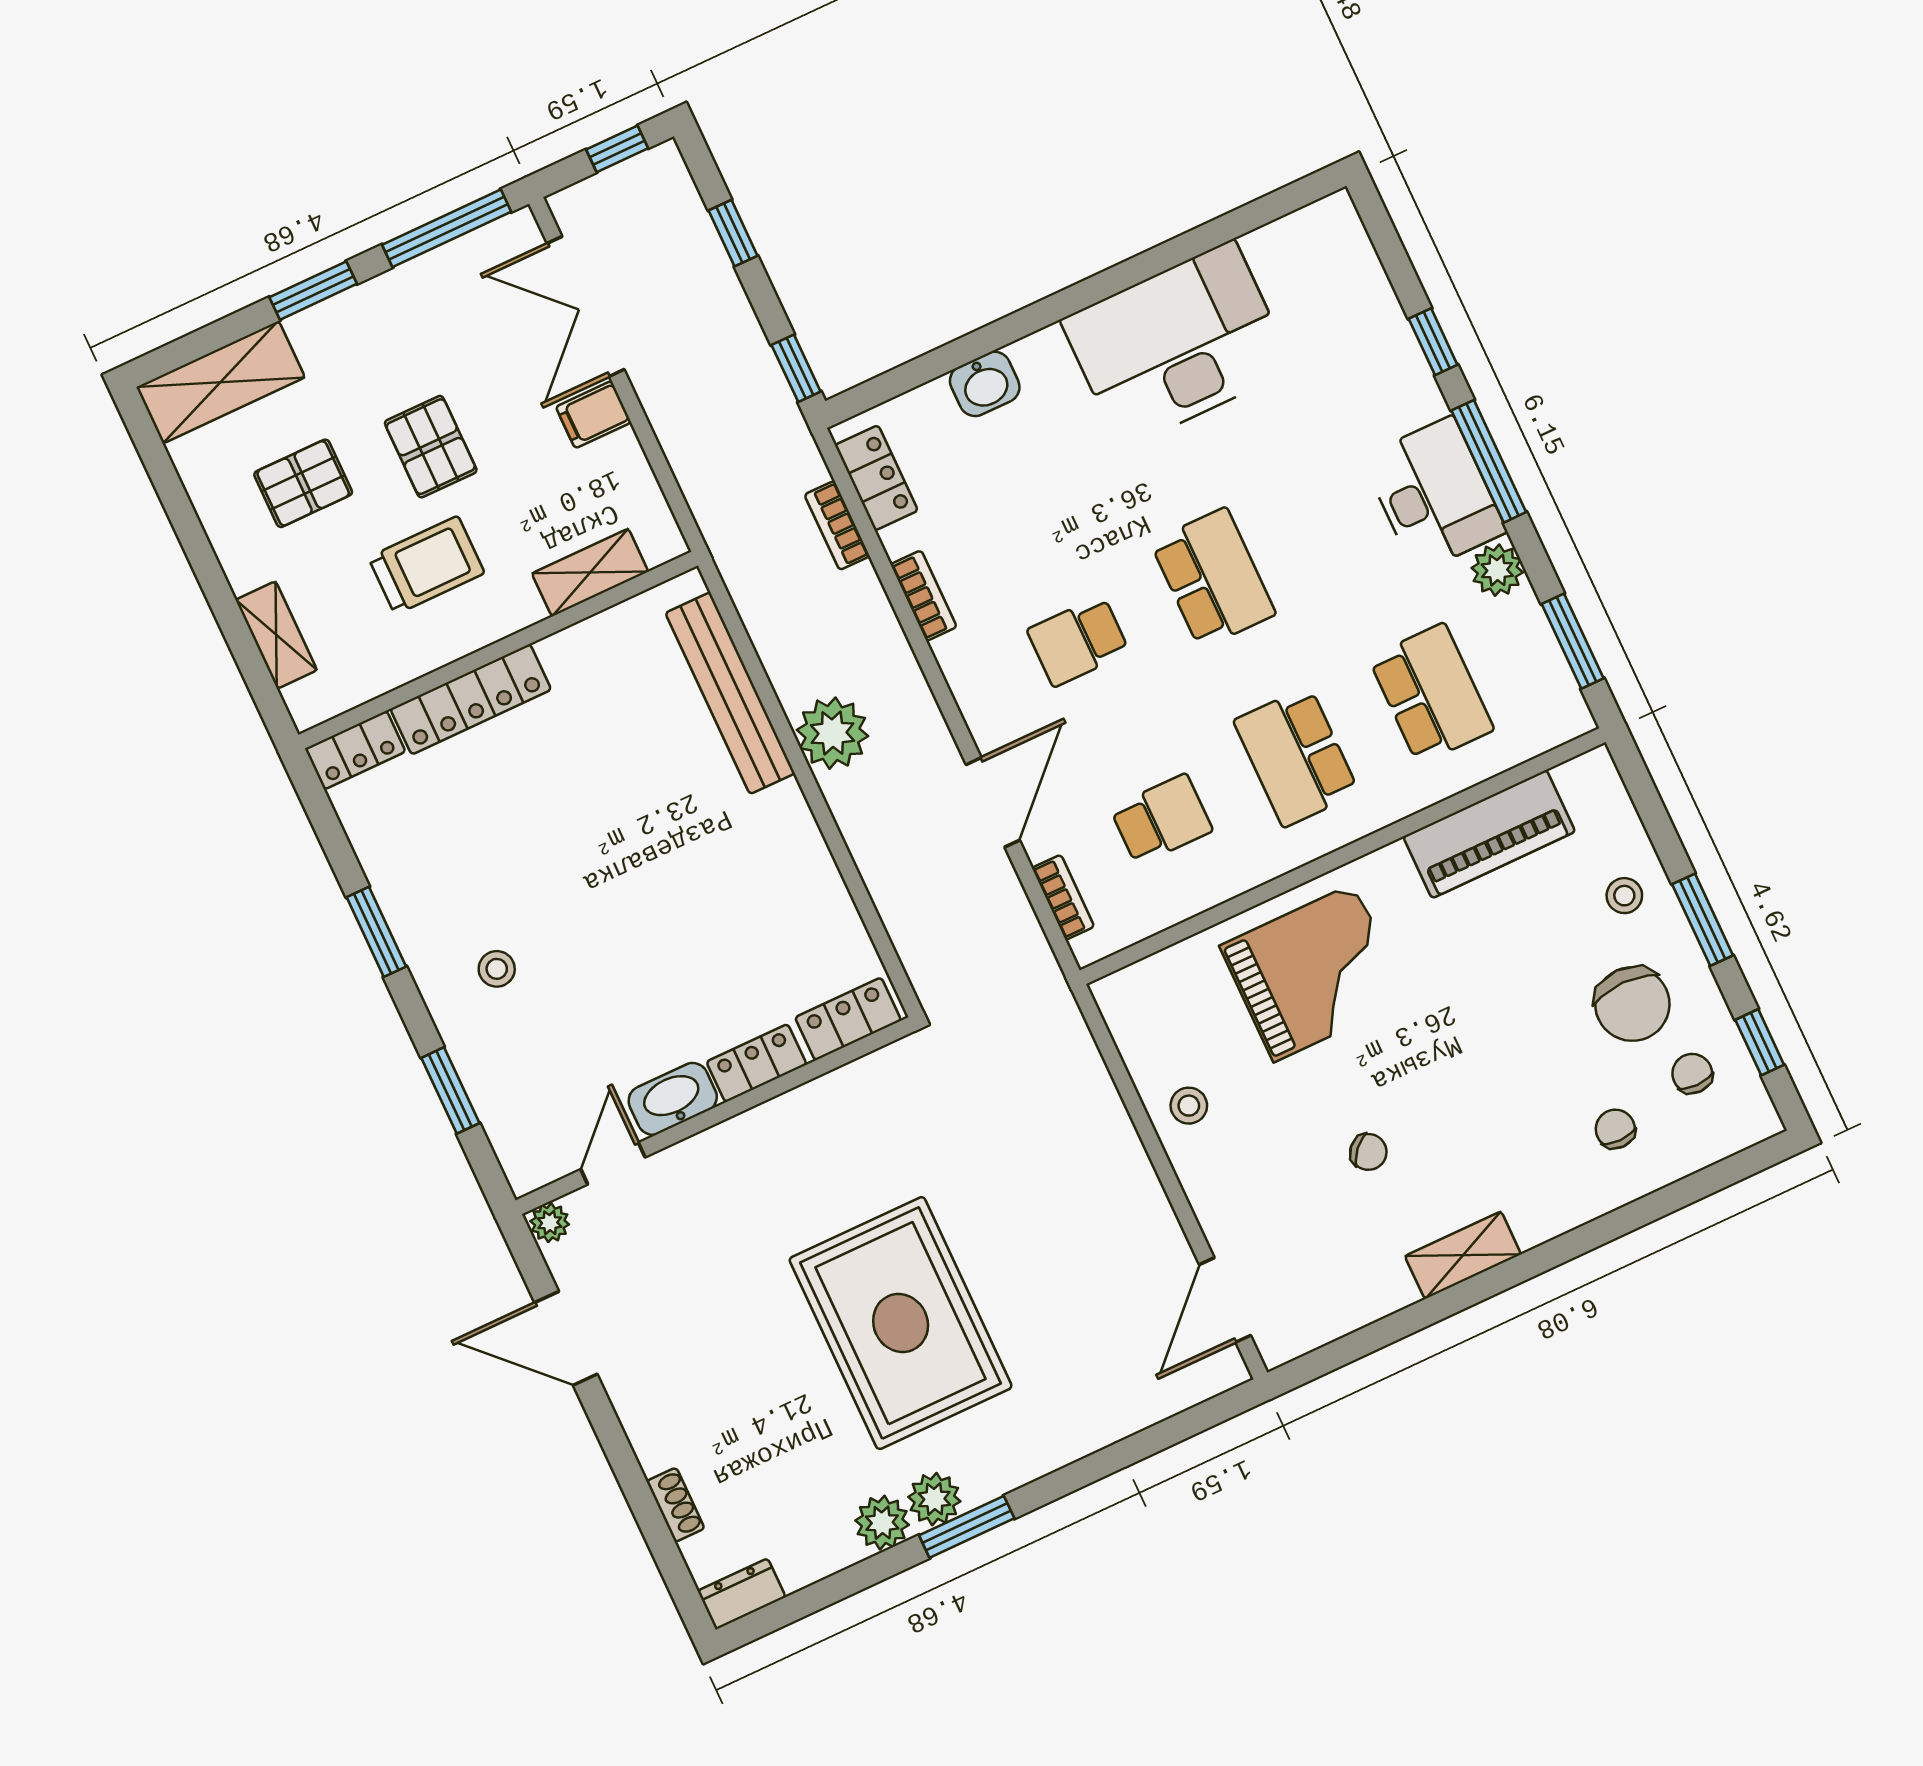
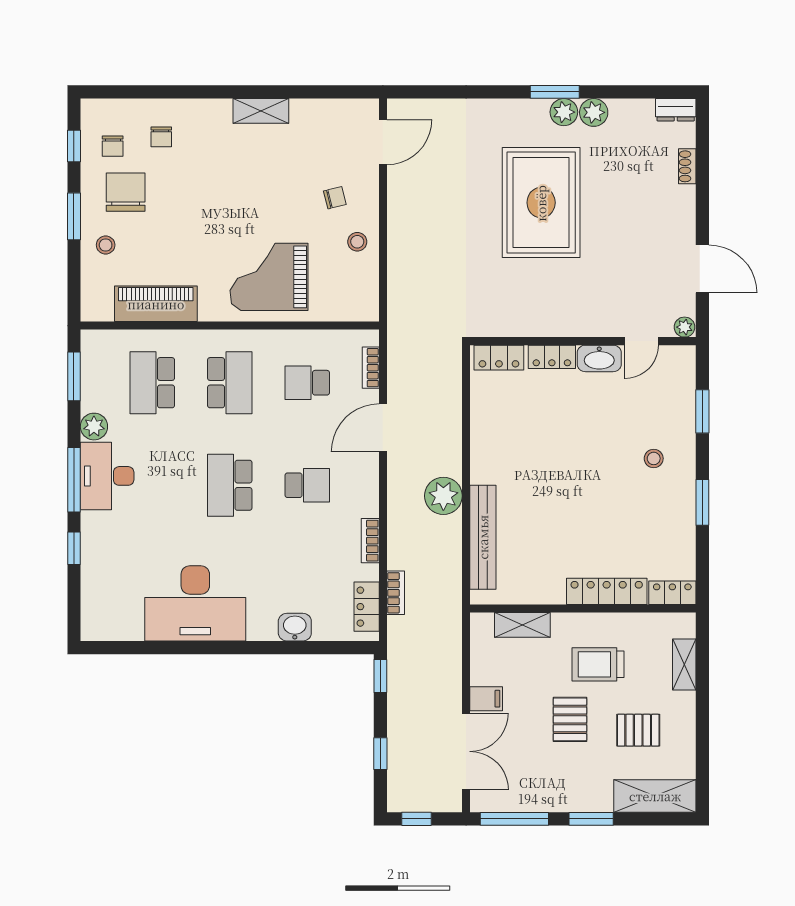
chair: (1368, 1152) -> (335, 198), moved, turned 124

